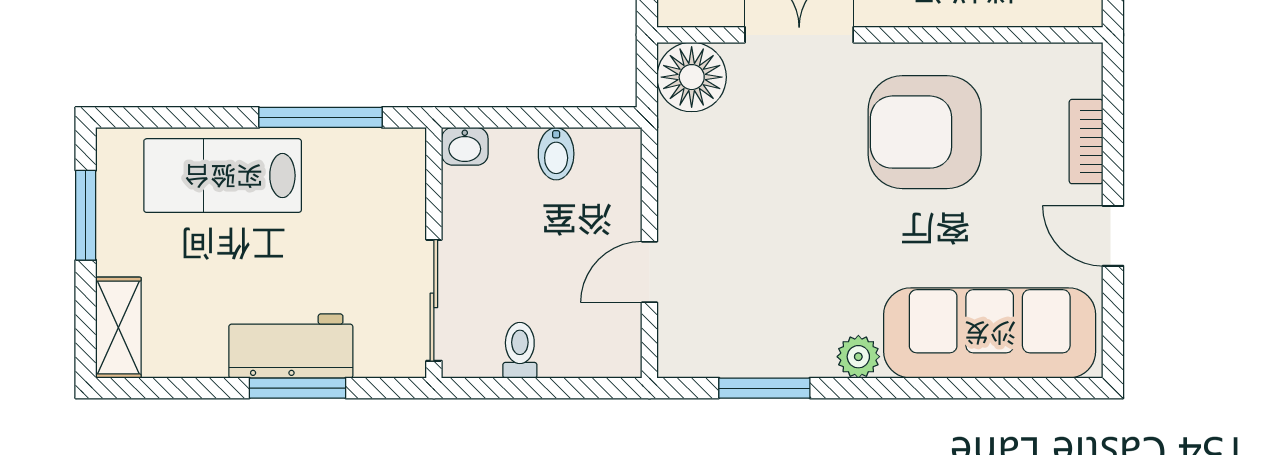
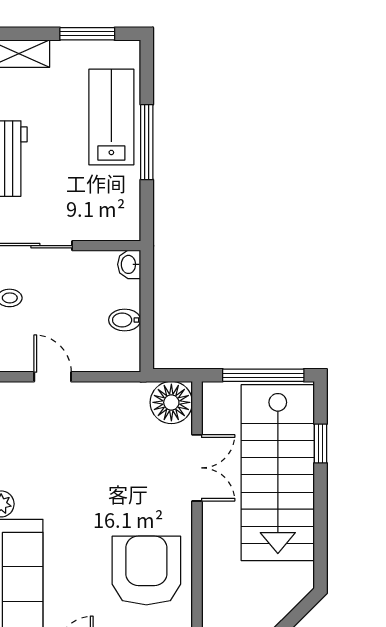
window: (321, 117) -> (147, 142), moved
armchair: (925, 132) -> (146, 570), moved

